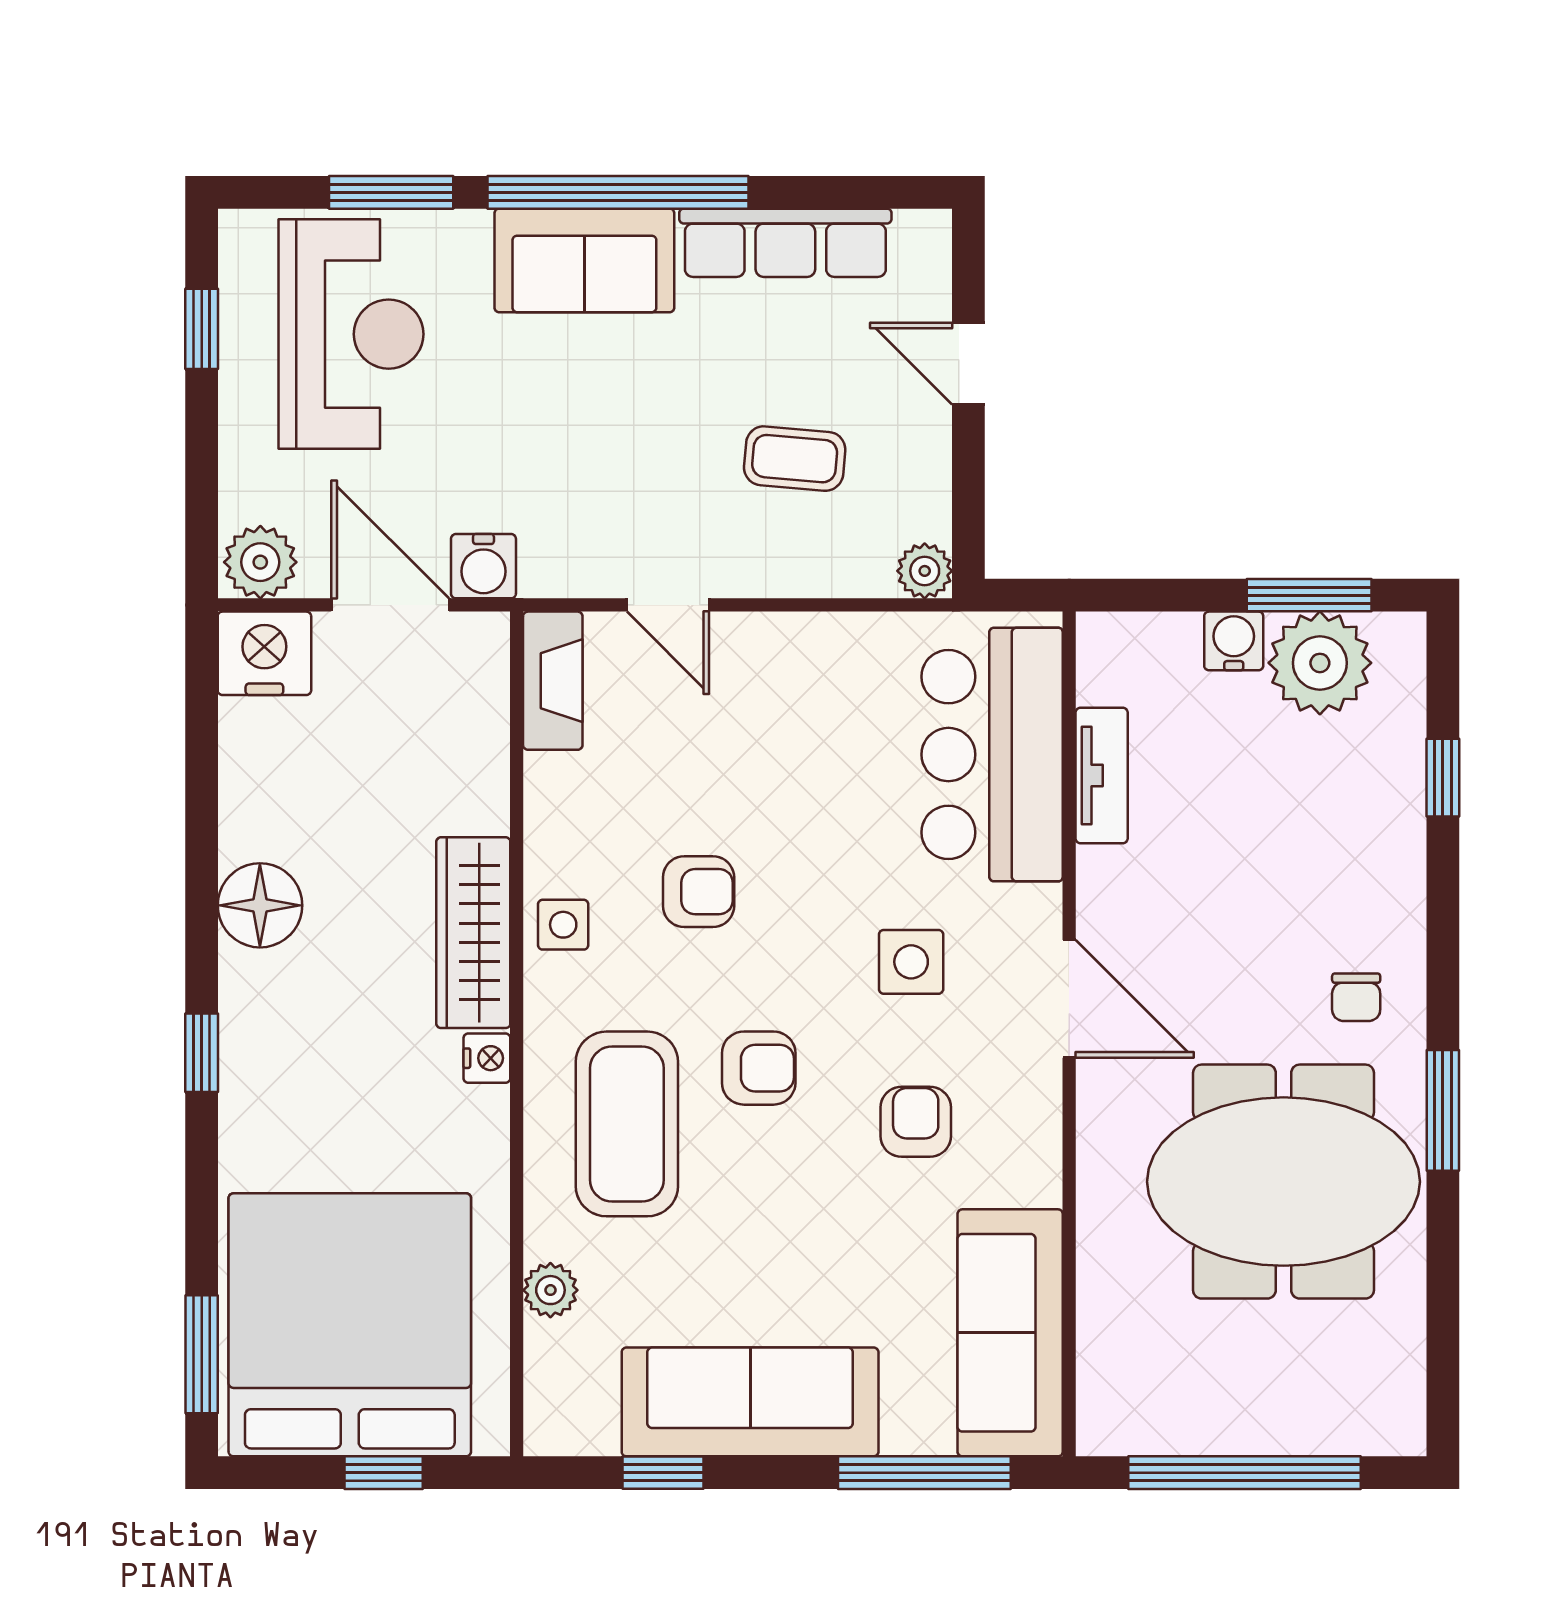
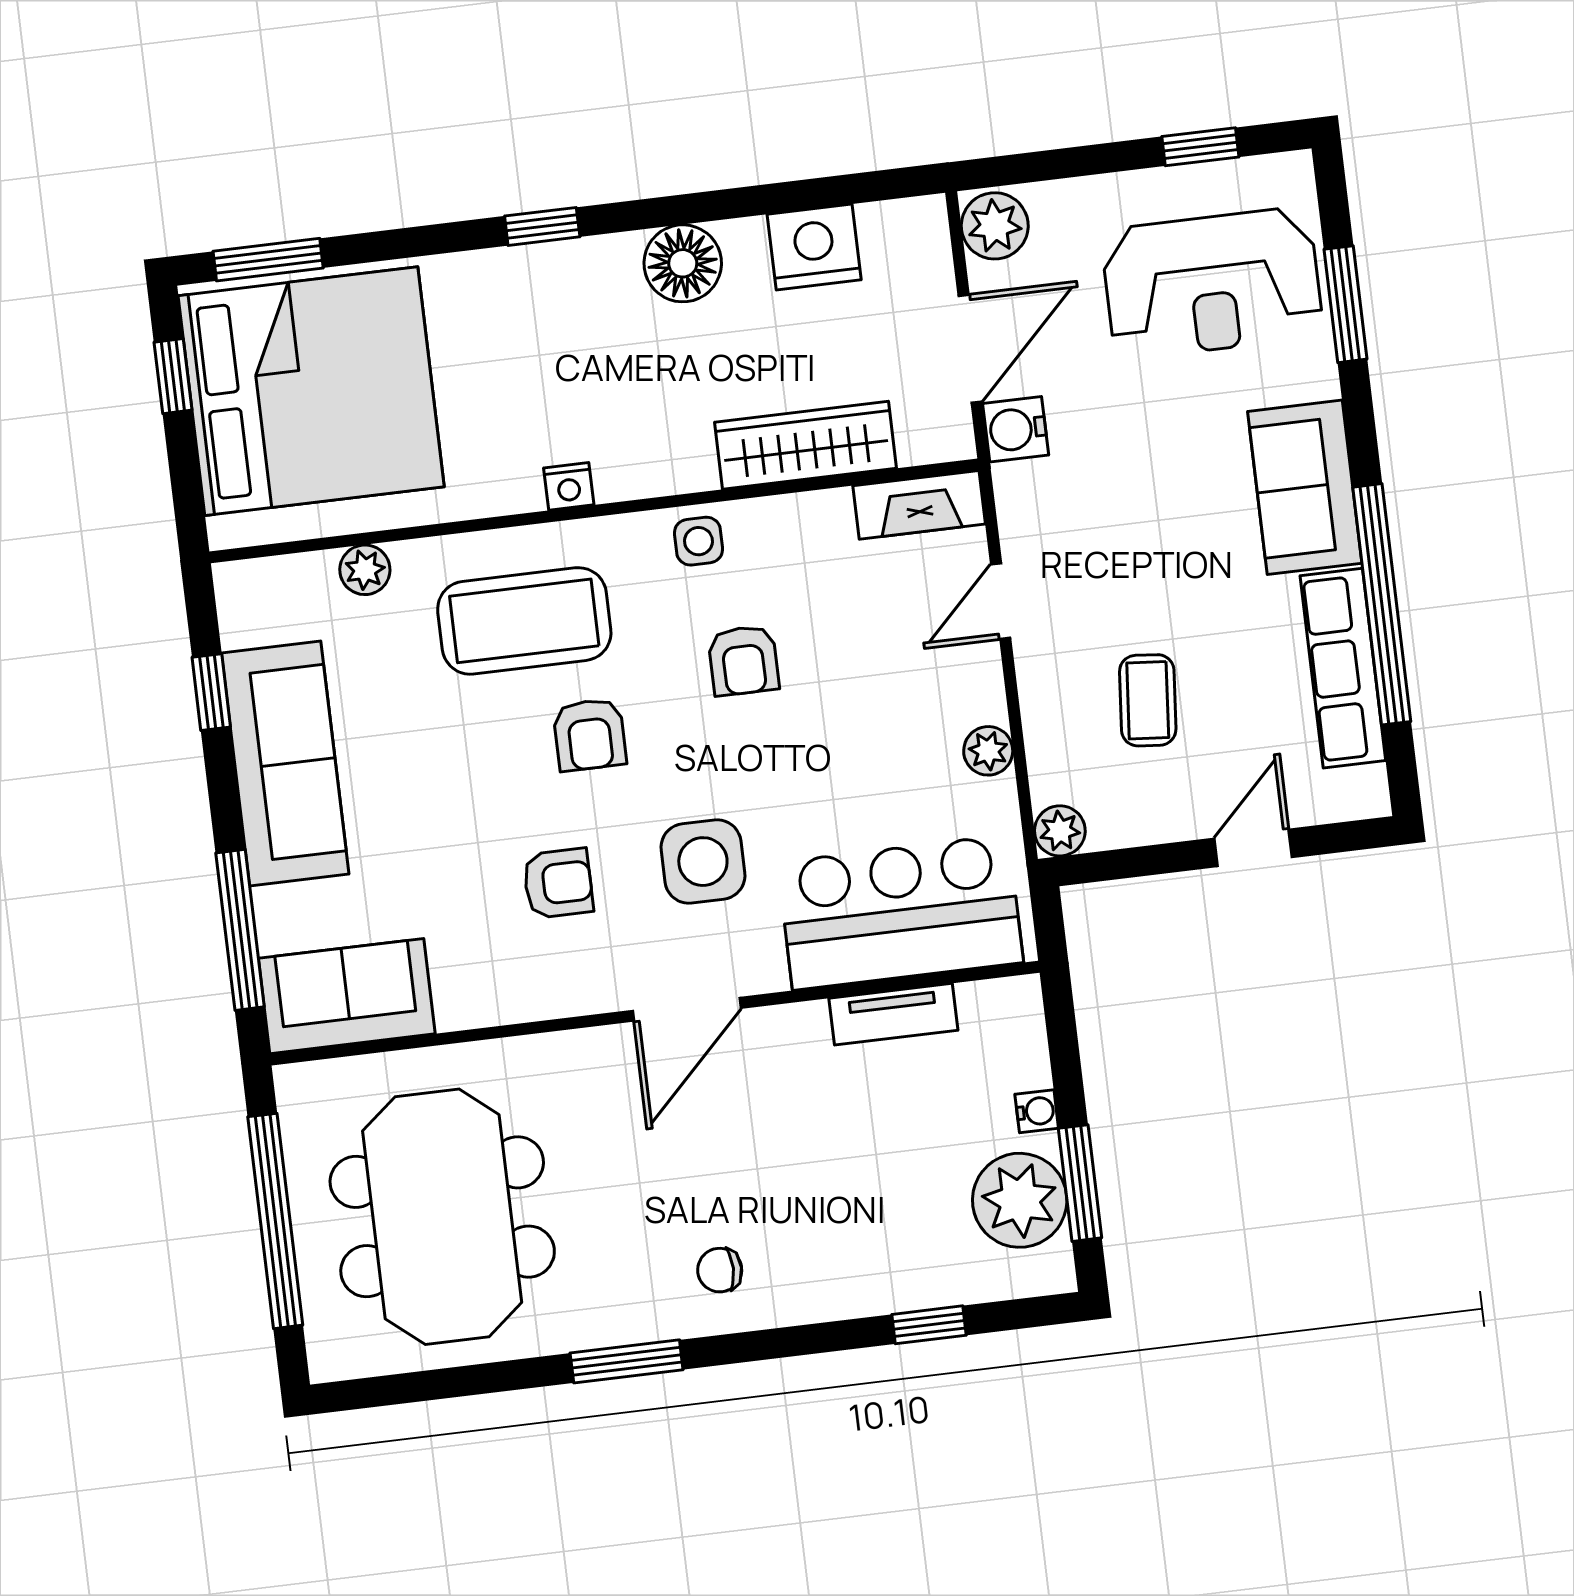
window: (618, 192) -> (1382, 604), moved
plant: (829, 638) -> (988, 751), added
water cooler: (1234, 641) -> (1037, 1111), width x0.72, depth x0.72
nightstand: (264, 653) -> (814, 247), moved, turned -90
wardrobe: (473, 933) -> (805, 445), moved
side table: (911, 962) -> (703, 862), width x1.37, depth x1.37
meeting table: (1284, 1182) -> (442, 1217), moved
sofa: (1010, 1333) -> (347, 996), width x0.73
window: (384, 1473) -> (173, 376), moved

